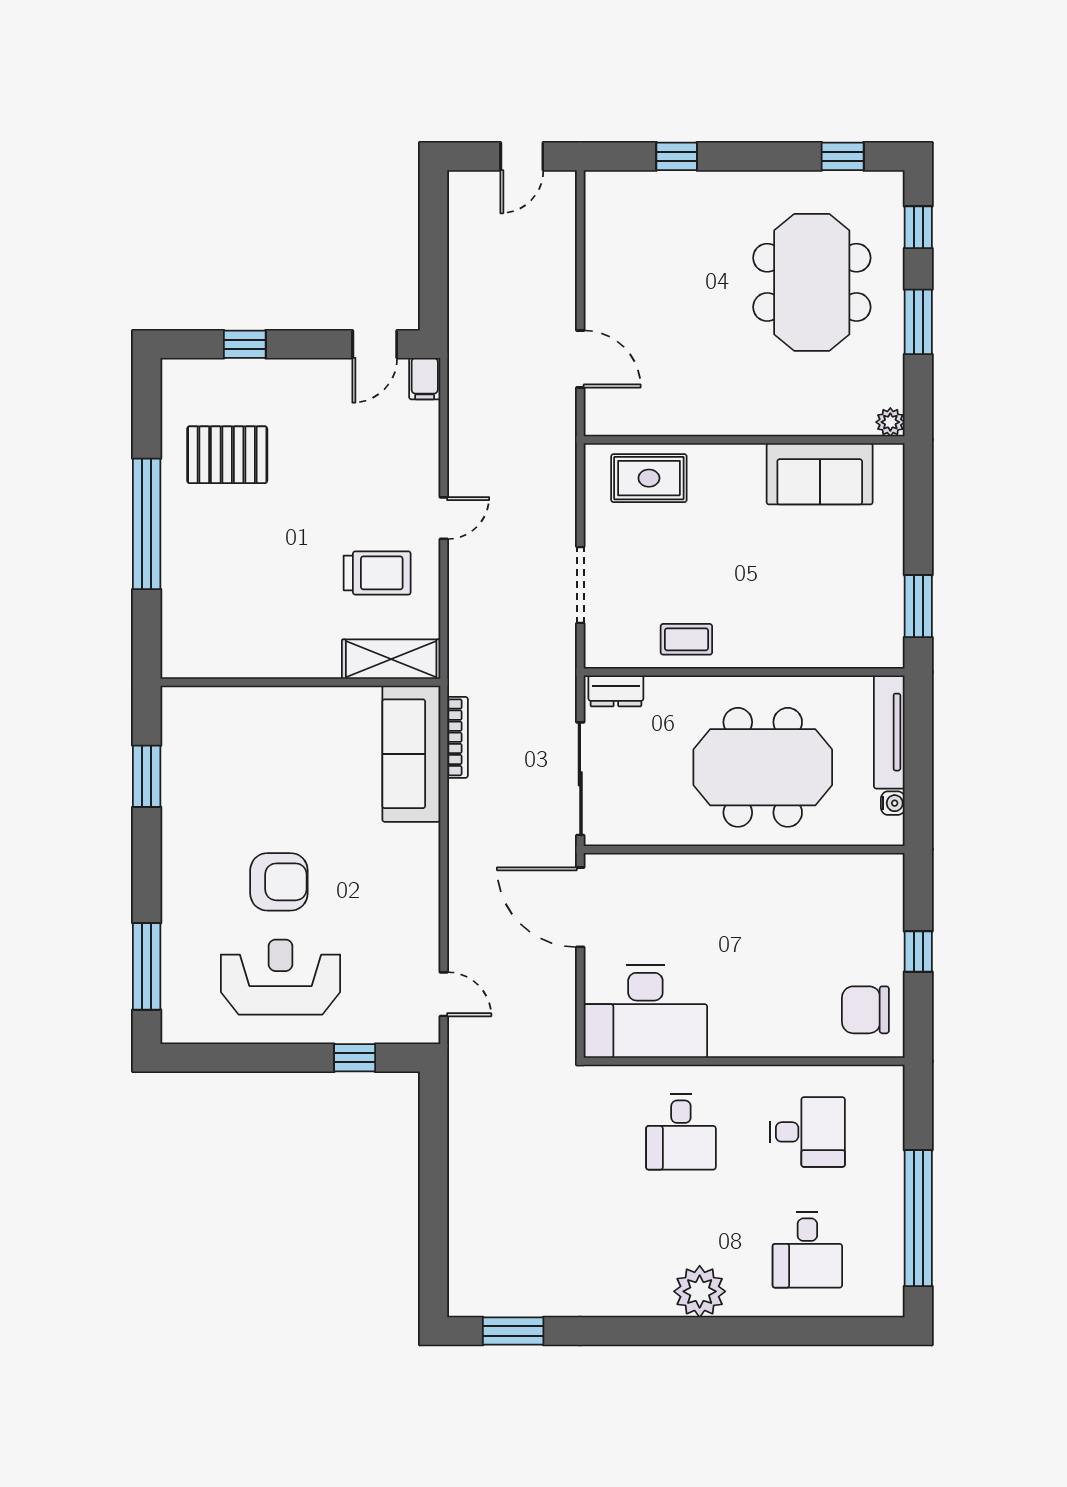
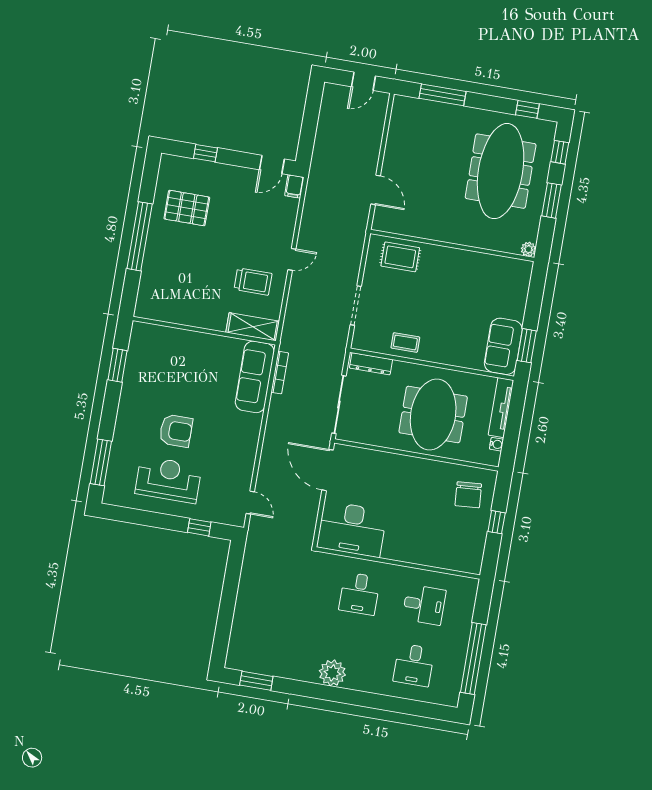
window: (677, 156) -> (442, 95), width x2.17
meeting table: (812, 282) -> (501, 171), width x1.36
sofa: (820, 474) -> (503, 346), moved, turned 90
dresser: (616, 691) -> (371, 364), width x1.44
meeting table: (763, 767) -> (433, 415), turned 90
chair: (865, 1010) -> (468, 495), moved, turned -94
plant: (700, 1291) -> (332, 673), moved

